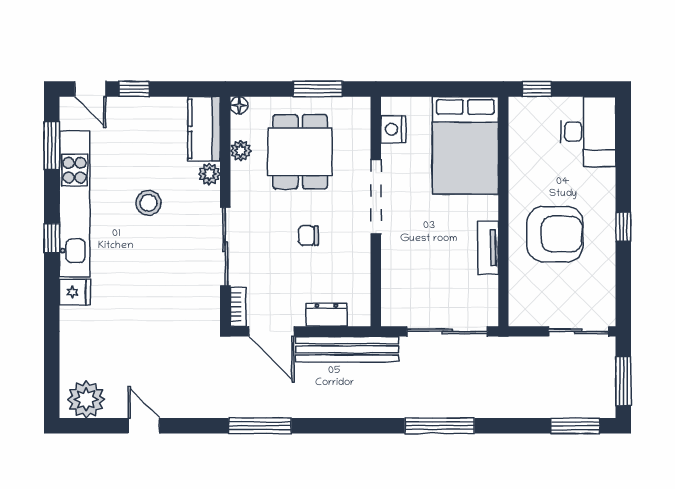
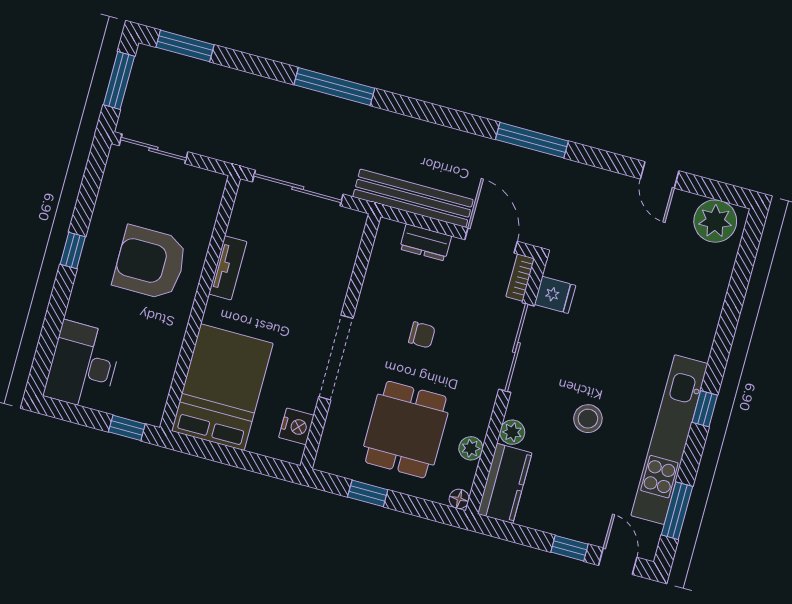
window: (318, 89) -> (368, 493), width x0.67
fridge: (75, 292) -> (555, 295), moved, turned 180

